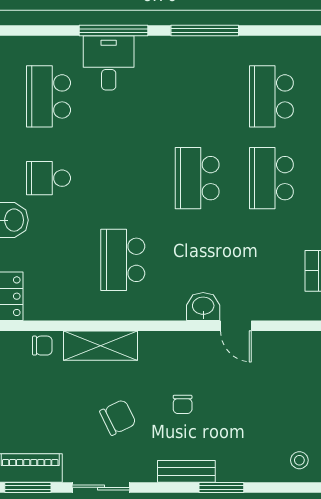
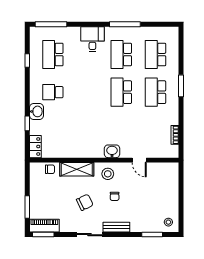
window: (114, 31) -> (51, 24), moved
desk: (109, 63) -> (92, 39), moved
school desk: (123, 260) -> (121, 55), moved
washbasin: (203, 307) -> (112, 151), moved
stool: (168, 356) -> (108, 174), added
sliding door: (101, 487) -> (90, 235), moved
window: (221, 487) -> (152, 235), moved

